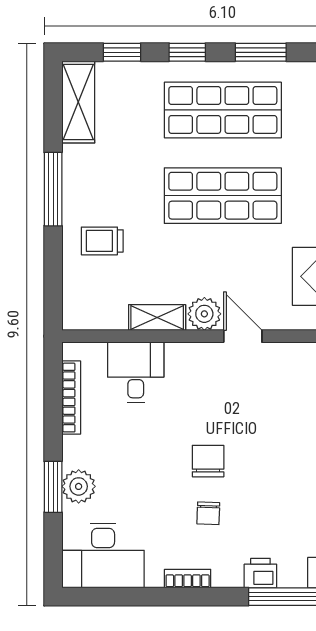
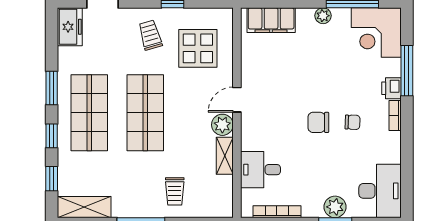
bookcase: (188, 579) -> (395, 115), moved

